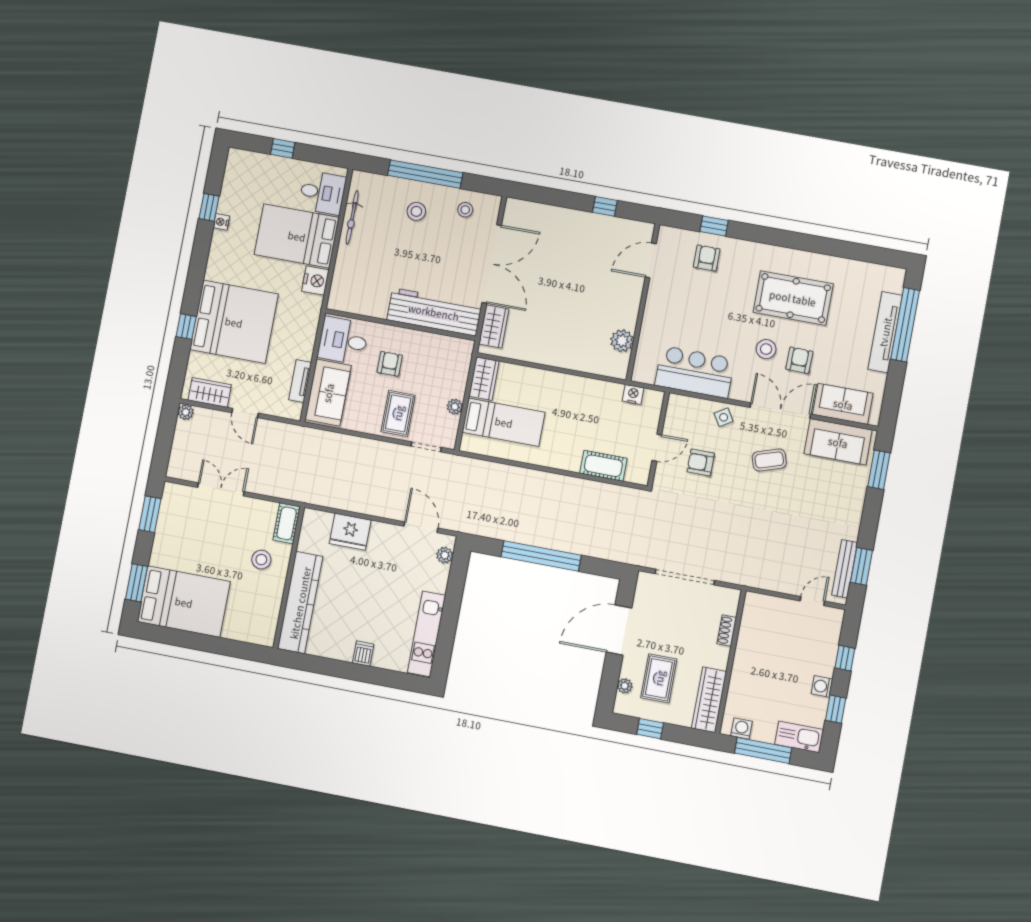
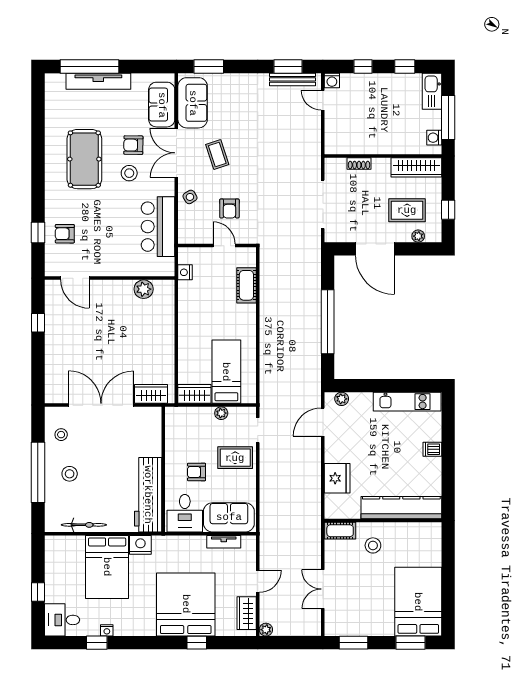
desk: (322, 193) -> (62, 620), moved, turned -90
workbench: (434, 312) -> (148, 495), moved
washing machine: (822, 686) -> (332, 80), moved

